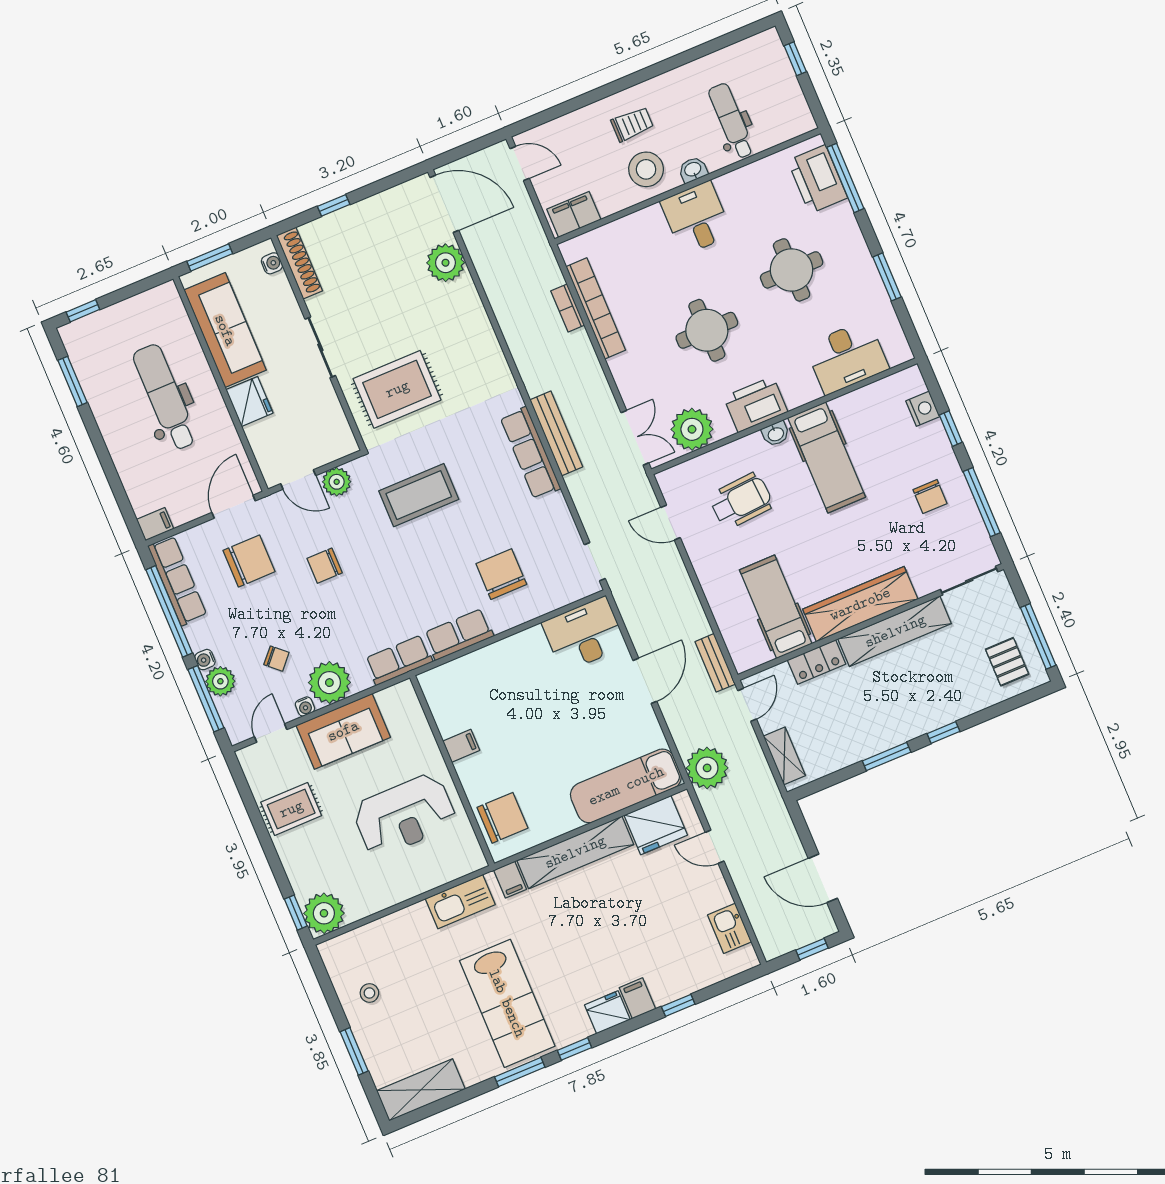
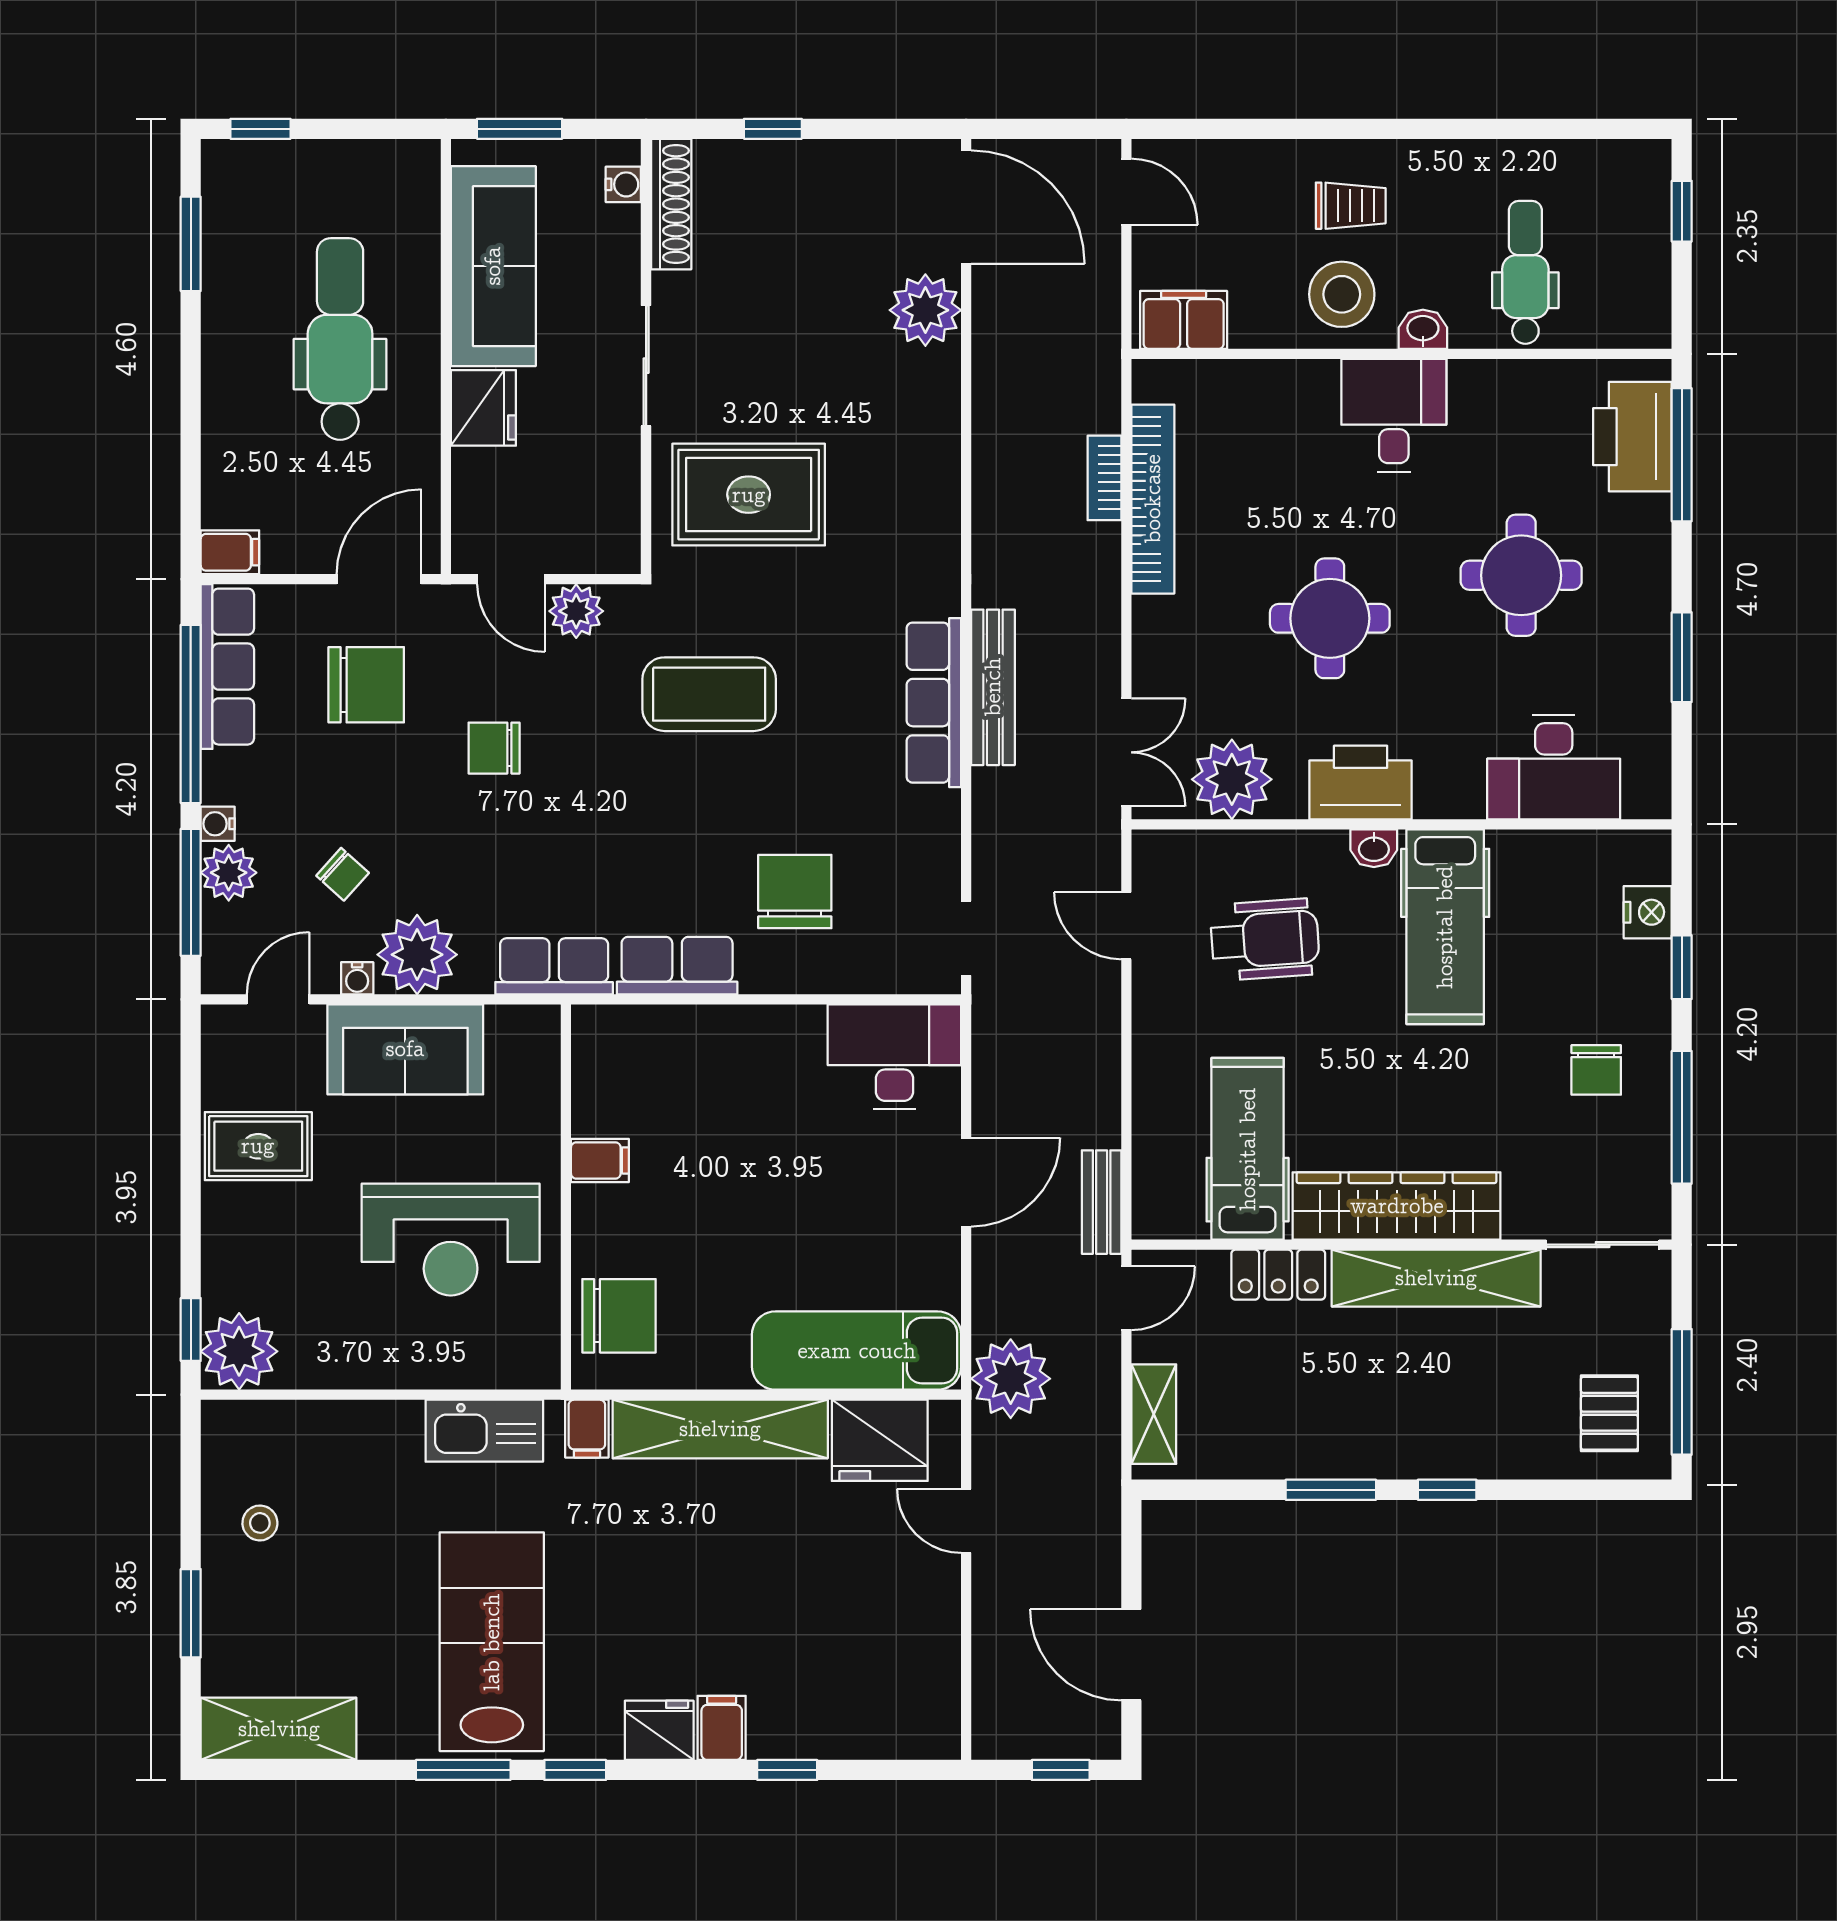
kitchen sink: (730, 928) -> (933, 1674), removed
lab bench: (507, 1003) -> (492, 1642), turned 180

